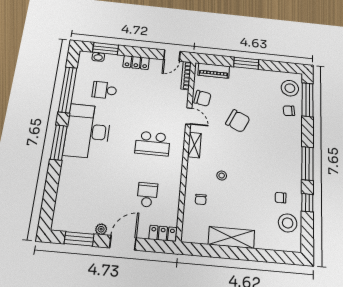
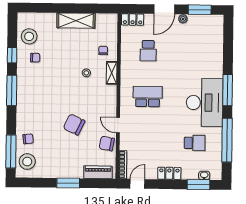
shelving: (194, 145) -> (112, 73), moved

